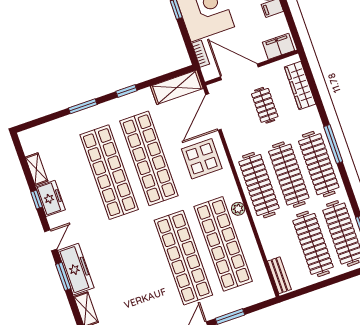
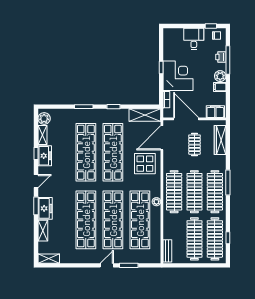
plant: (31, 144) -> (44, 118), added
freezer: (76, 269) -> (45, 208), width x0.71
shop shelf: (144, 271) -> (86, 220), added

